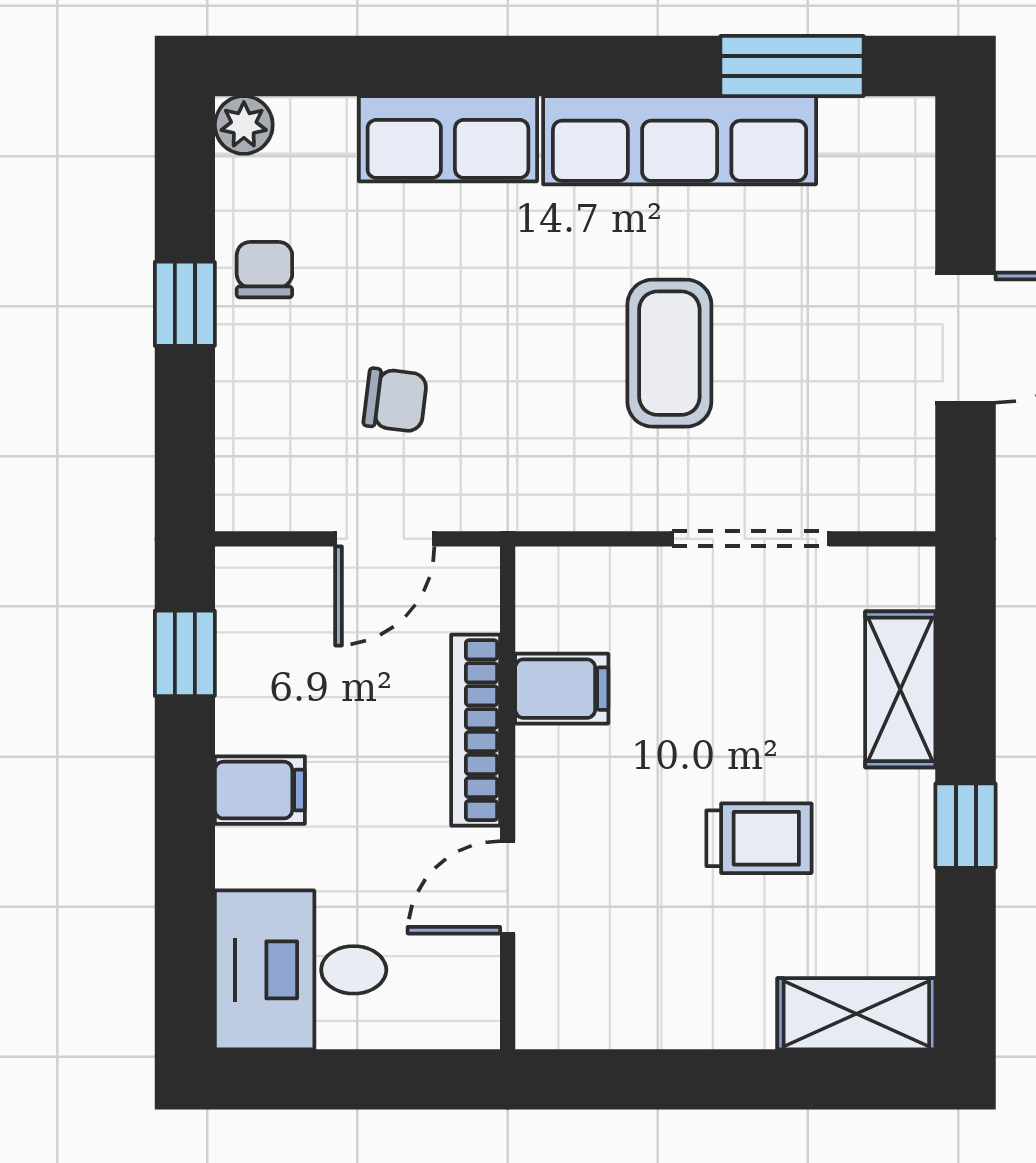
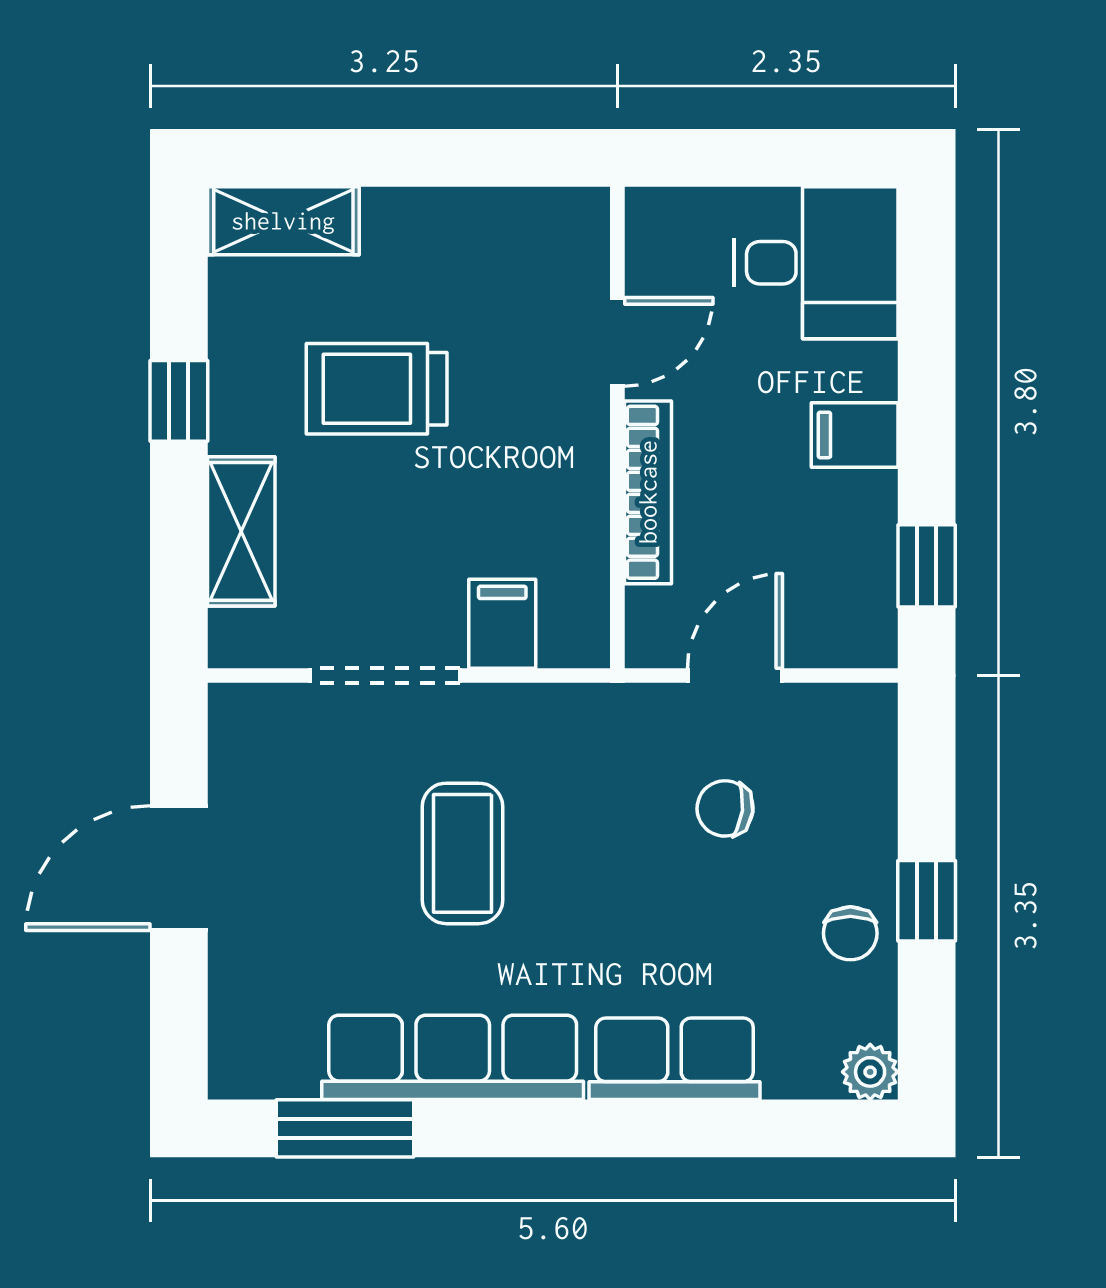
filing cabinet: (562, 689) -> (502, 624), moved, turned 90
trolley: (759, 838) -> (377, 389), width x1.36, depth x1.39

